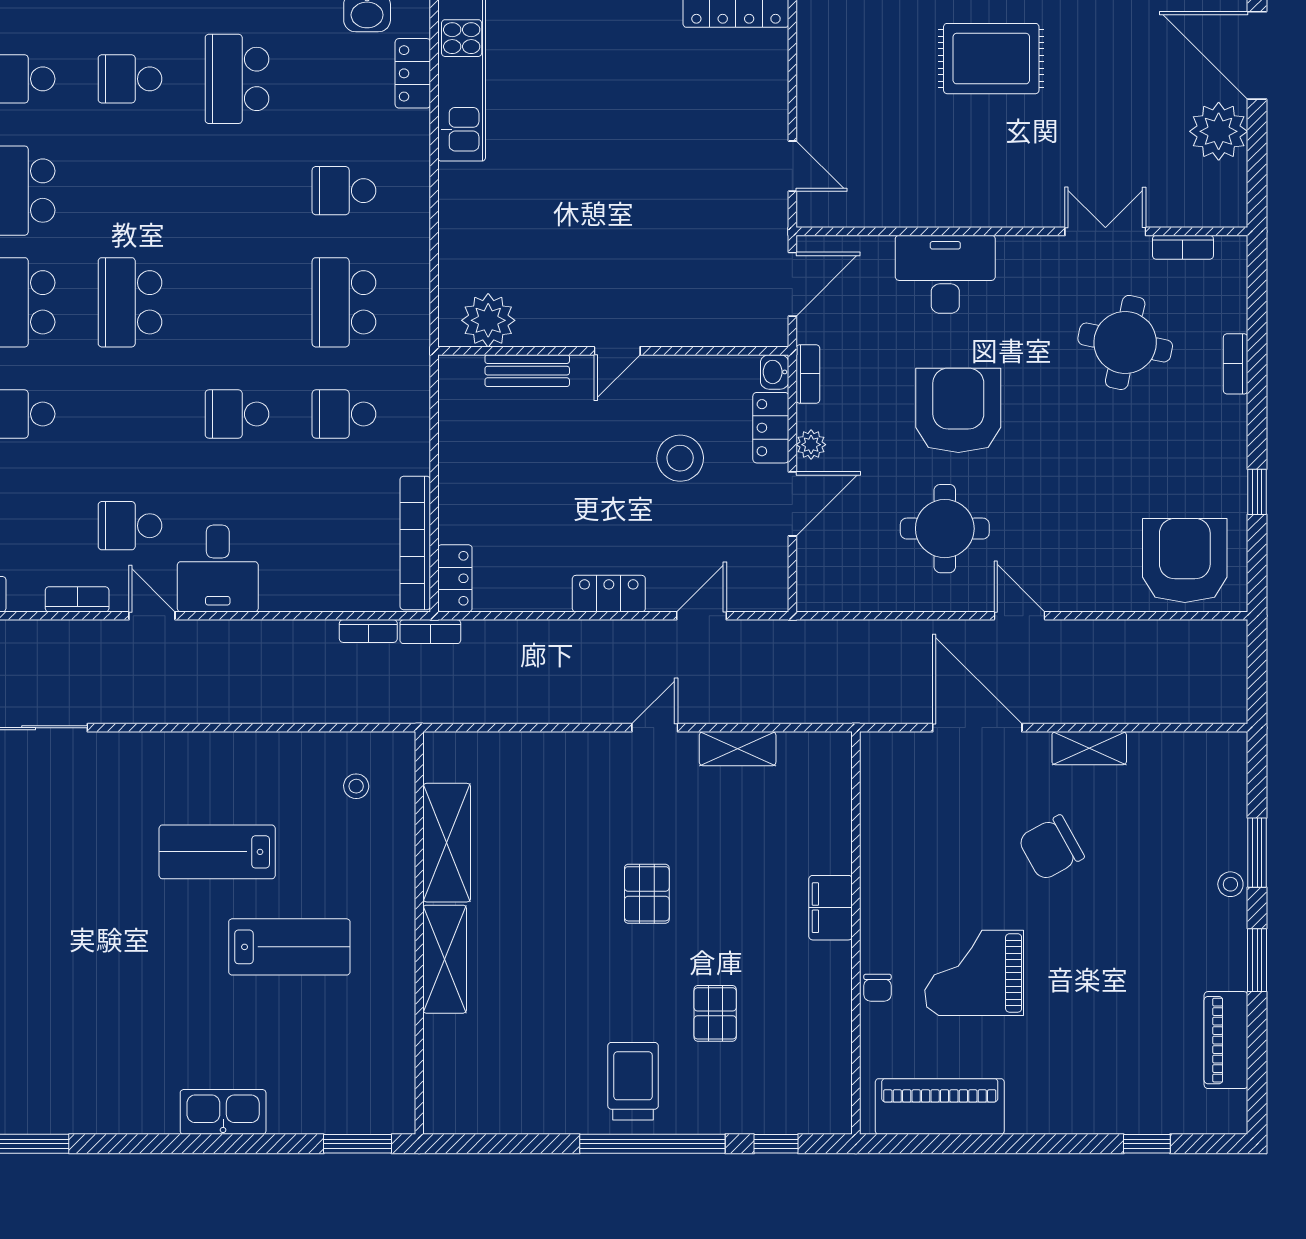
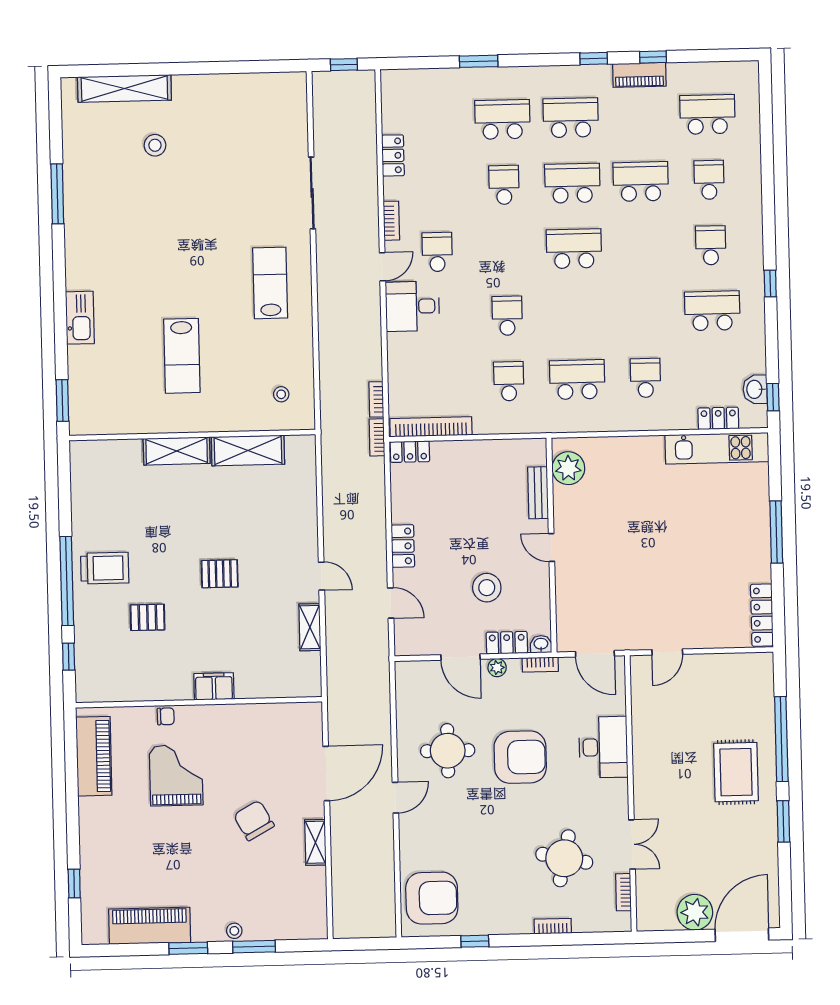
lab bench: (217, 852) -> (270, 283), moved
chair: (877, 988) -> (166, 716), turned 180
piano: (1226, 1040) -> (150, 926), width x1.37, depth x1.33

